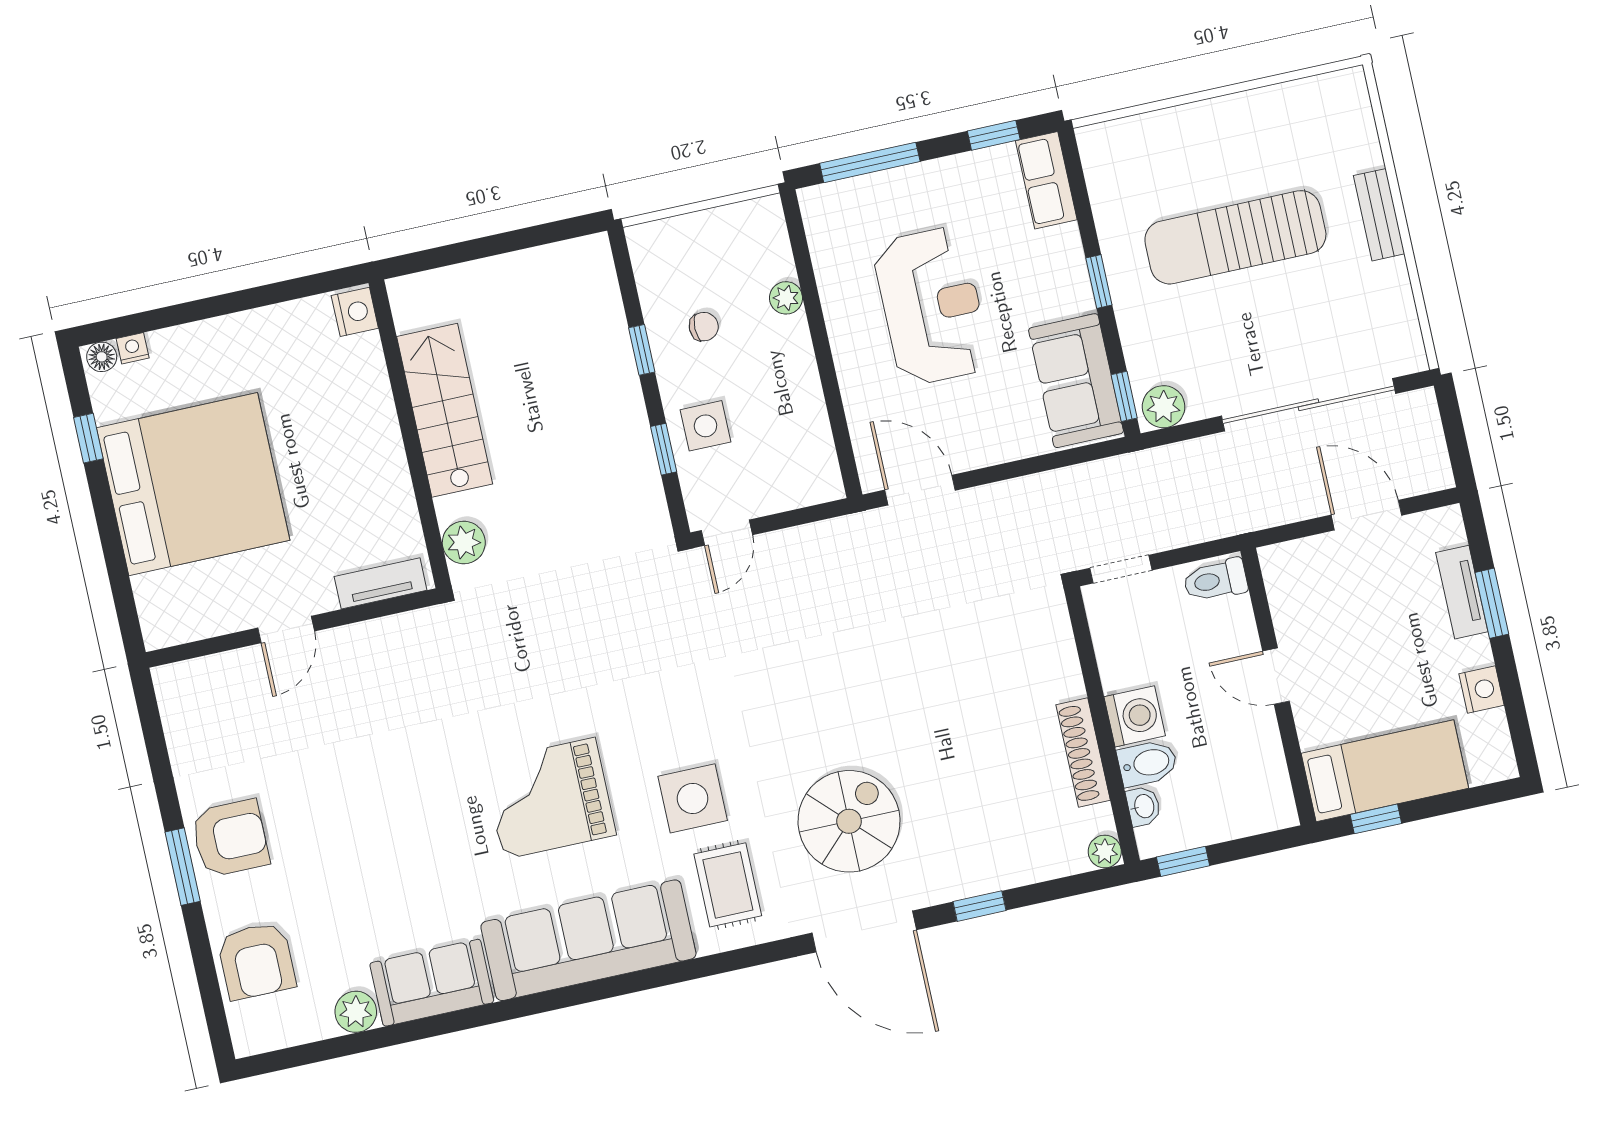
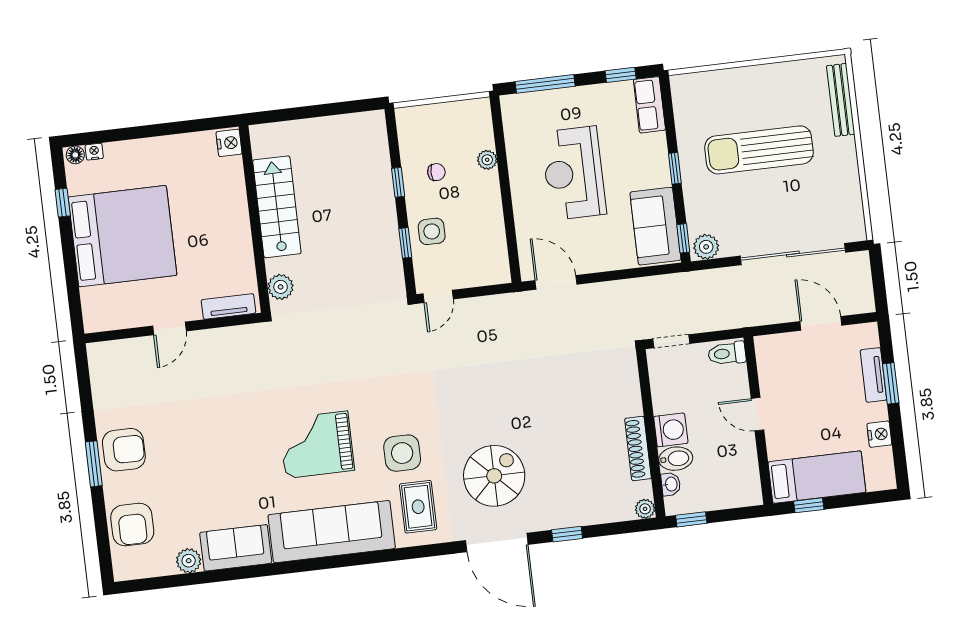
bench: (1379, 215) -> (841, 100), moved, width x1.36
reception desk: (932, 306) -> (574, 173), turned 180

